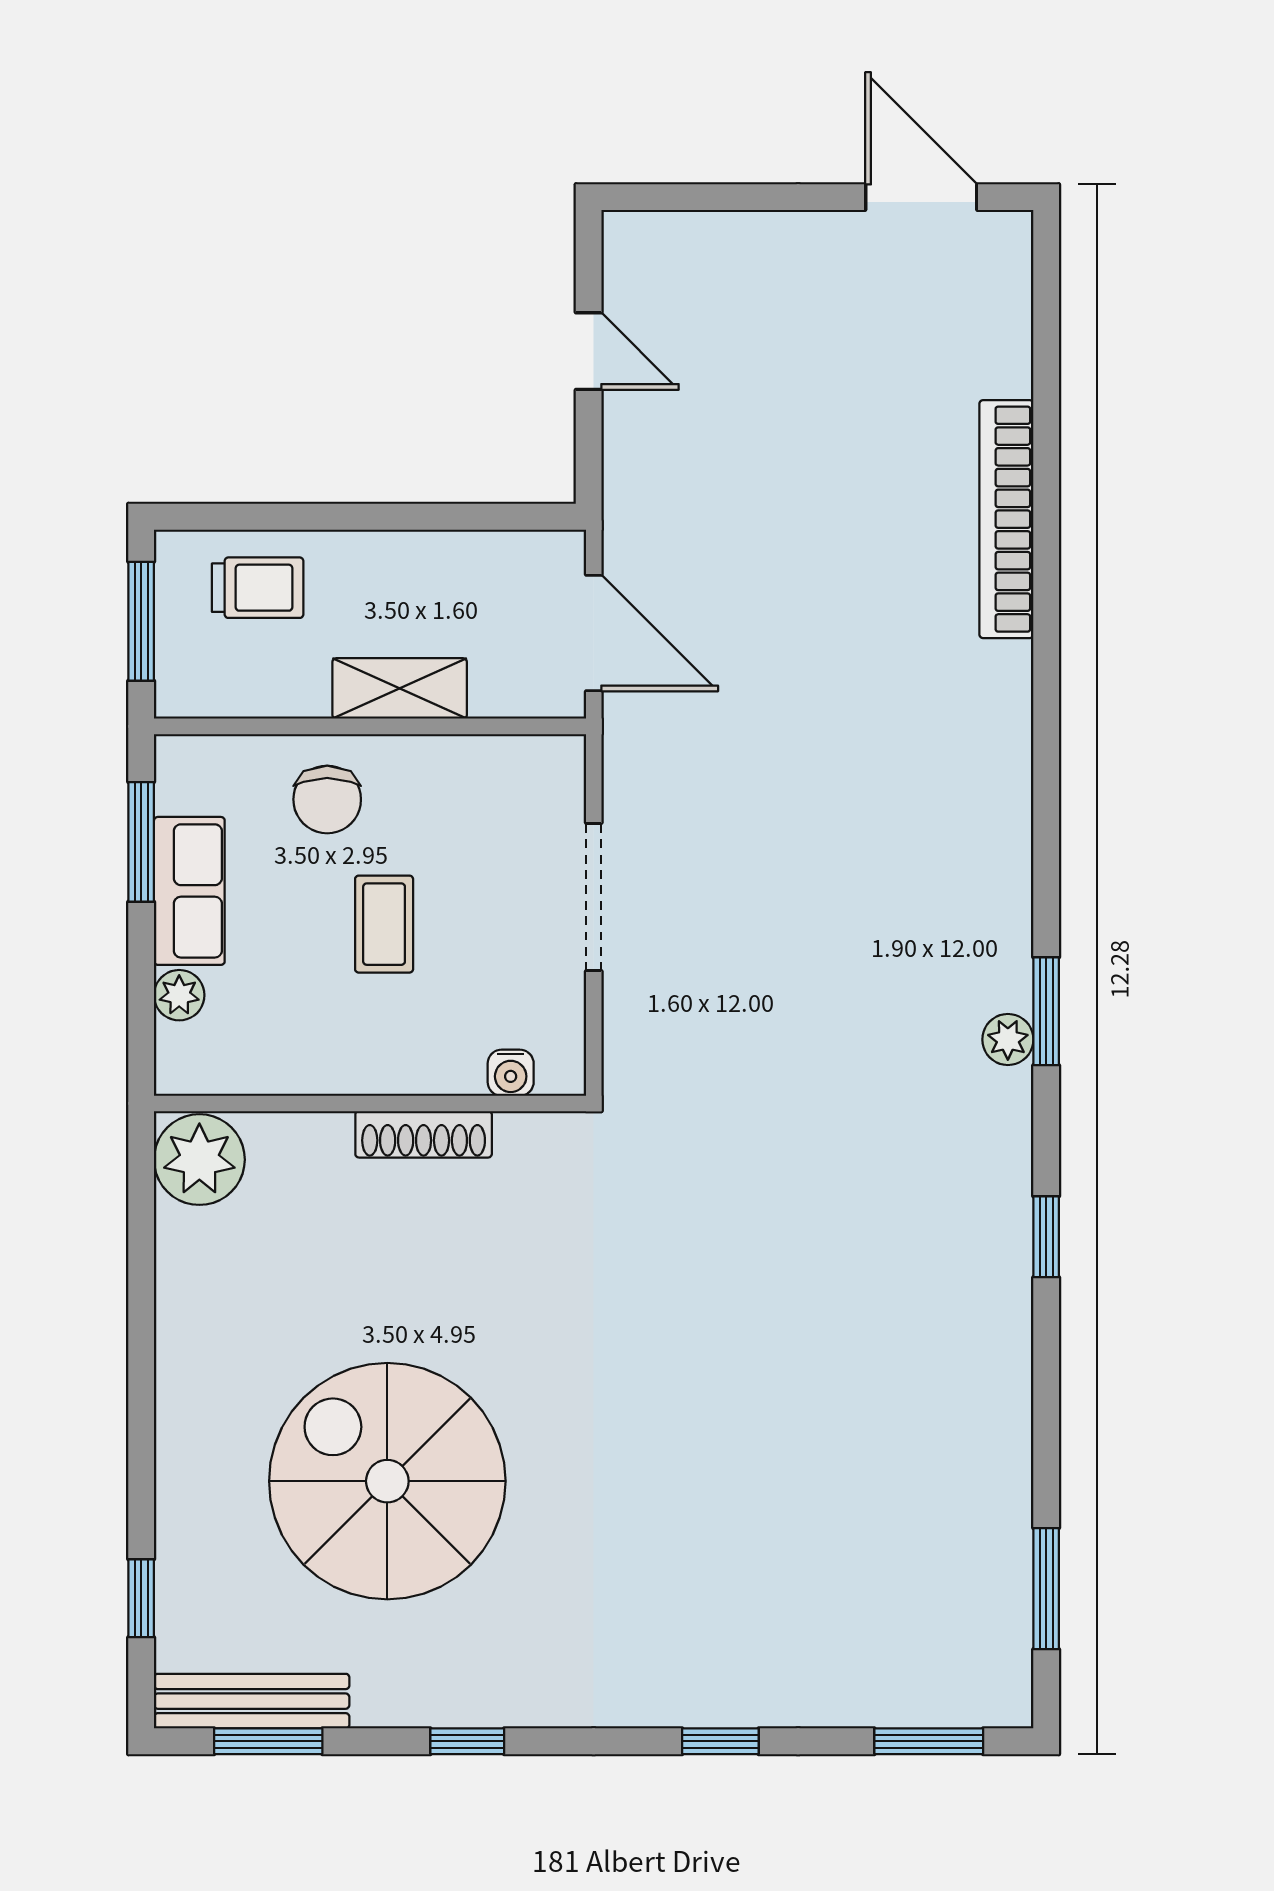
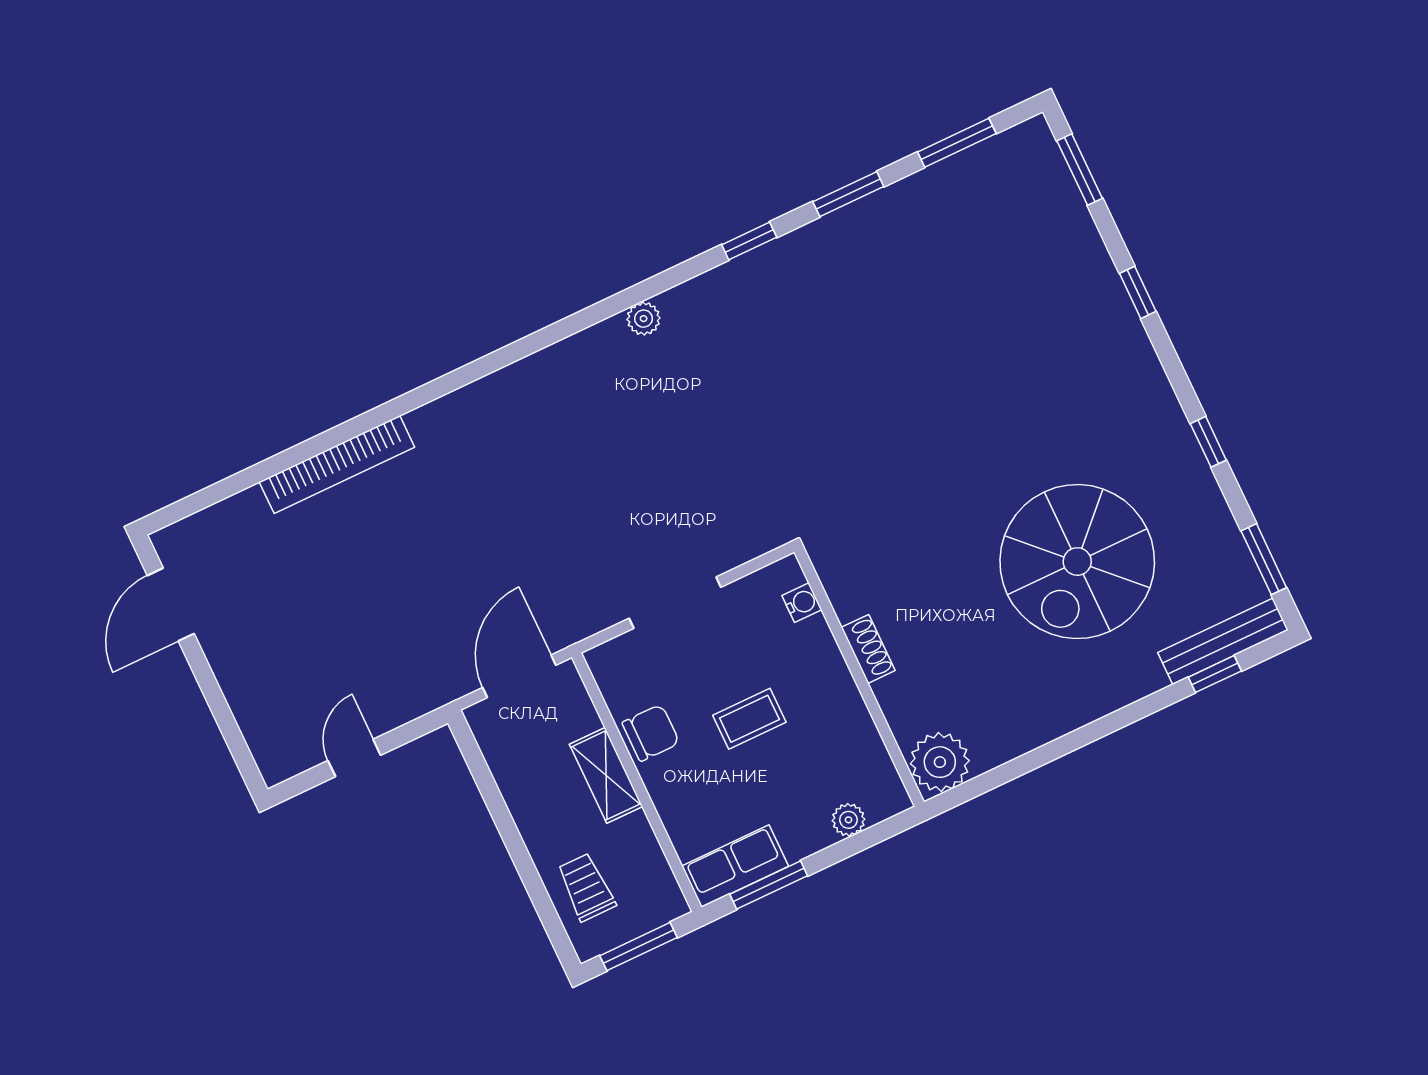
chair: (327, 799) -> (651, 733), moved
row of seats: (189, 891) -> (735, 866), moved
window: (1046, 1011) -> (848, 194), moved
shoe rack: (424, 1134) -> (868, 649), width x0.70
bench: (252, 1701) -> (1223, 641), moved, turned 90

